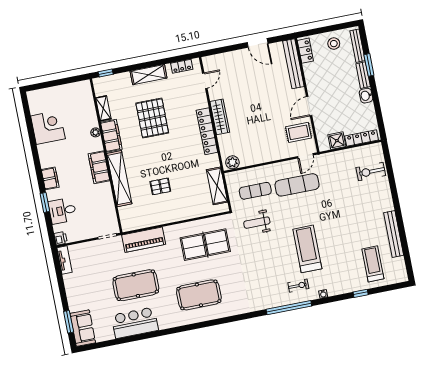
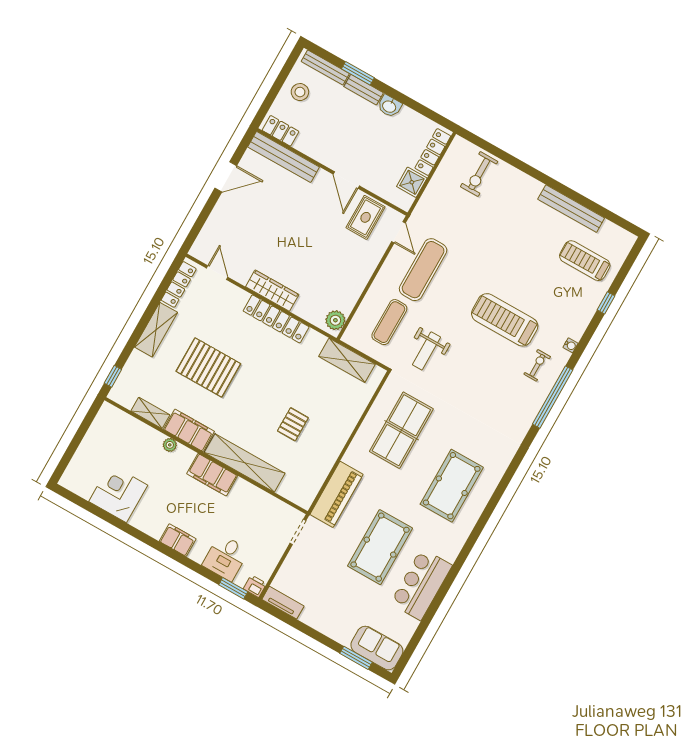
locker: (182, 66) -> (179, 284), width x1.53
window: (45, 202) -> (233, 588), moved

